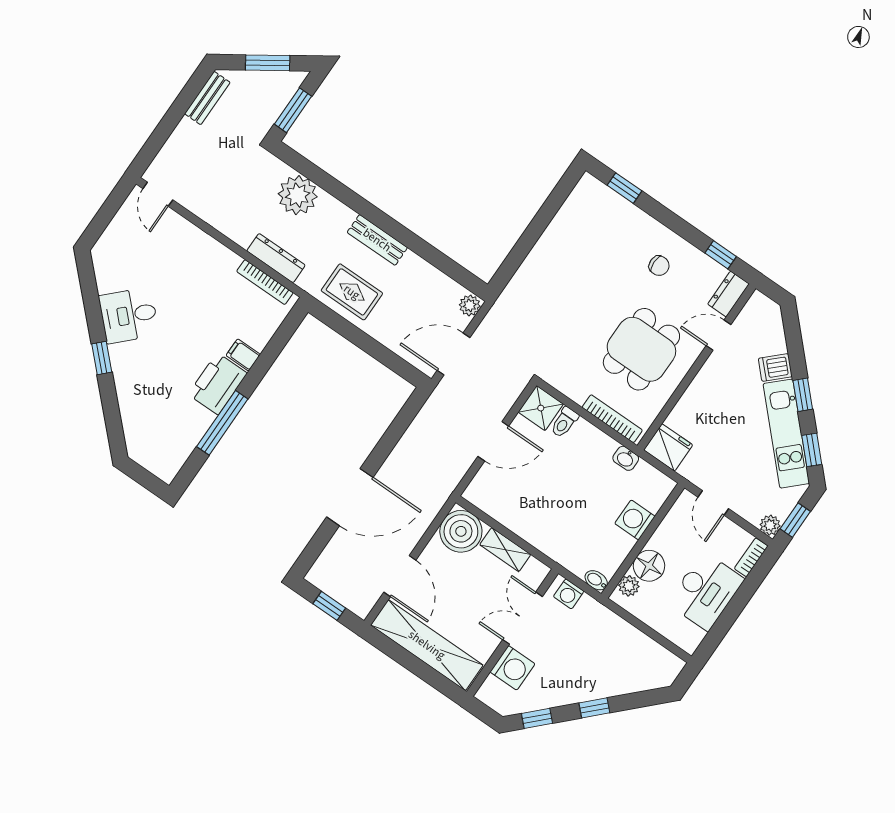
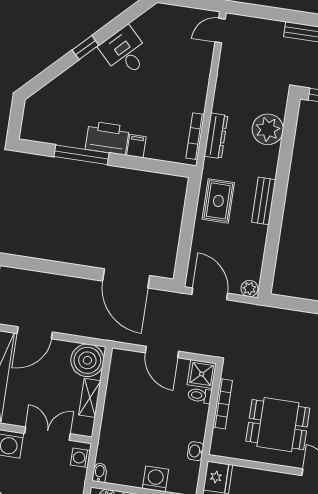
bookcase: (612, 419) -> (223, 404), moved
door: (350, 497) -> (126, 278), moved

